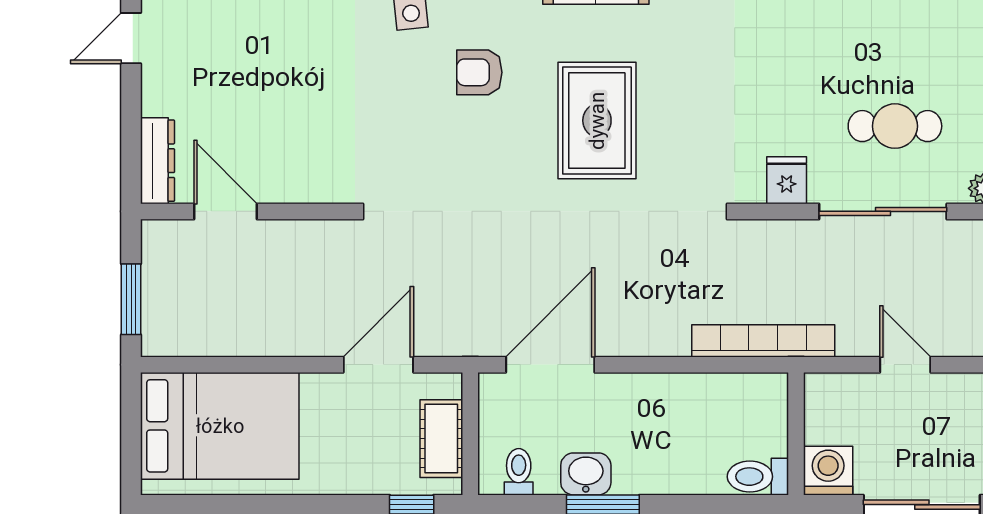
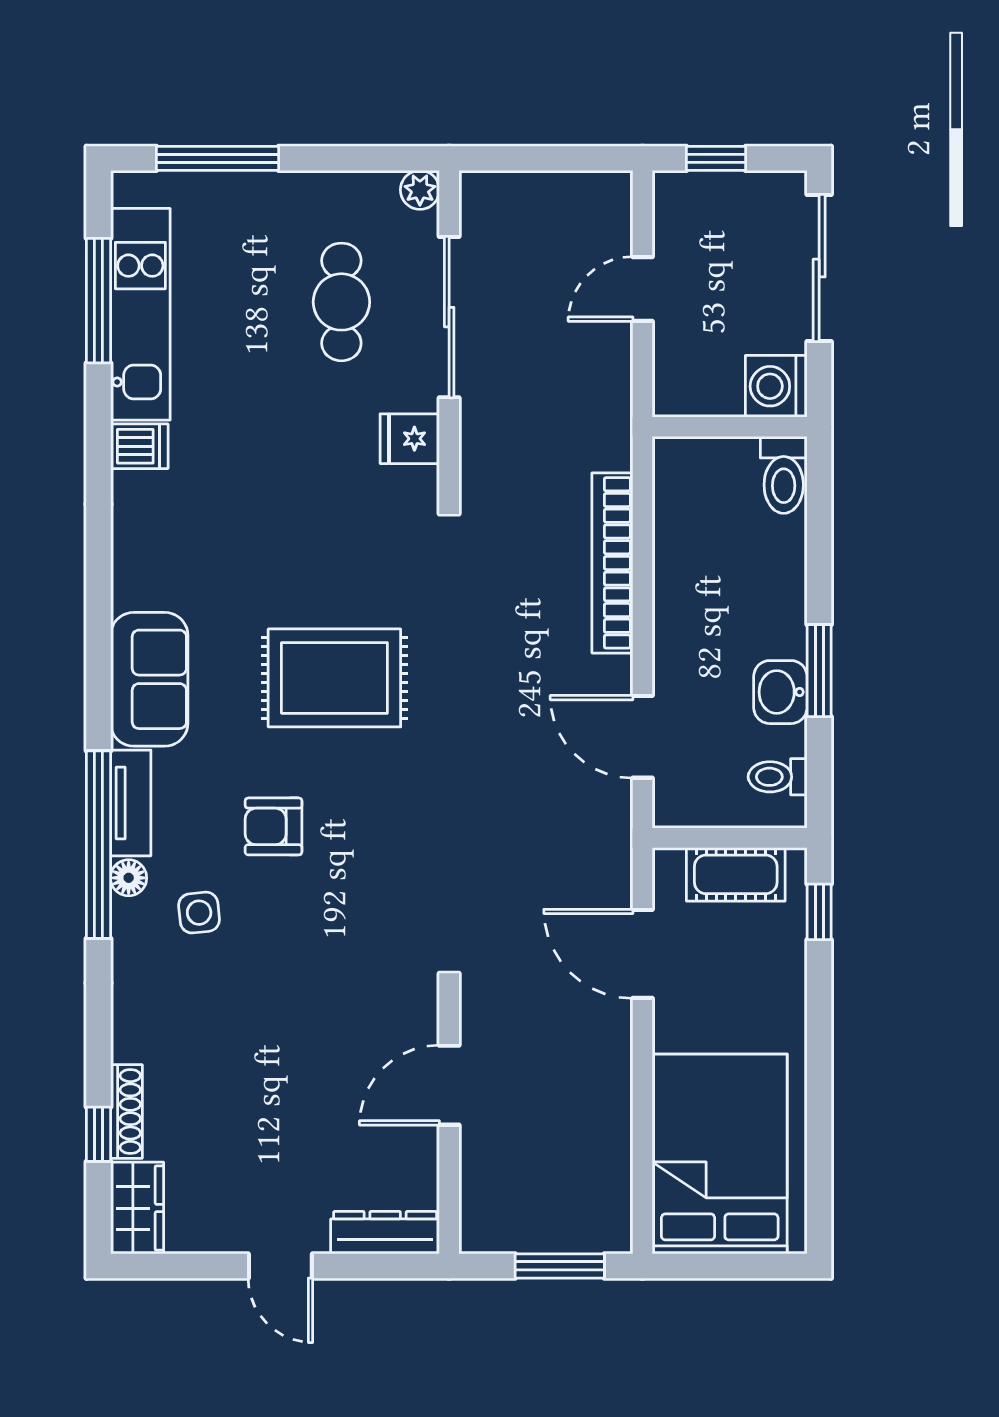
door: (131, 38) -> (280, 1266), moved
armchair: (479, 72) -> (274, 826), turned 90
door: (225, 211) -> (449, 1085), moved
bookcase: (763, 341) -> (612, 563), moved
door: (550, 365) -> (643, 737), width x0.73

